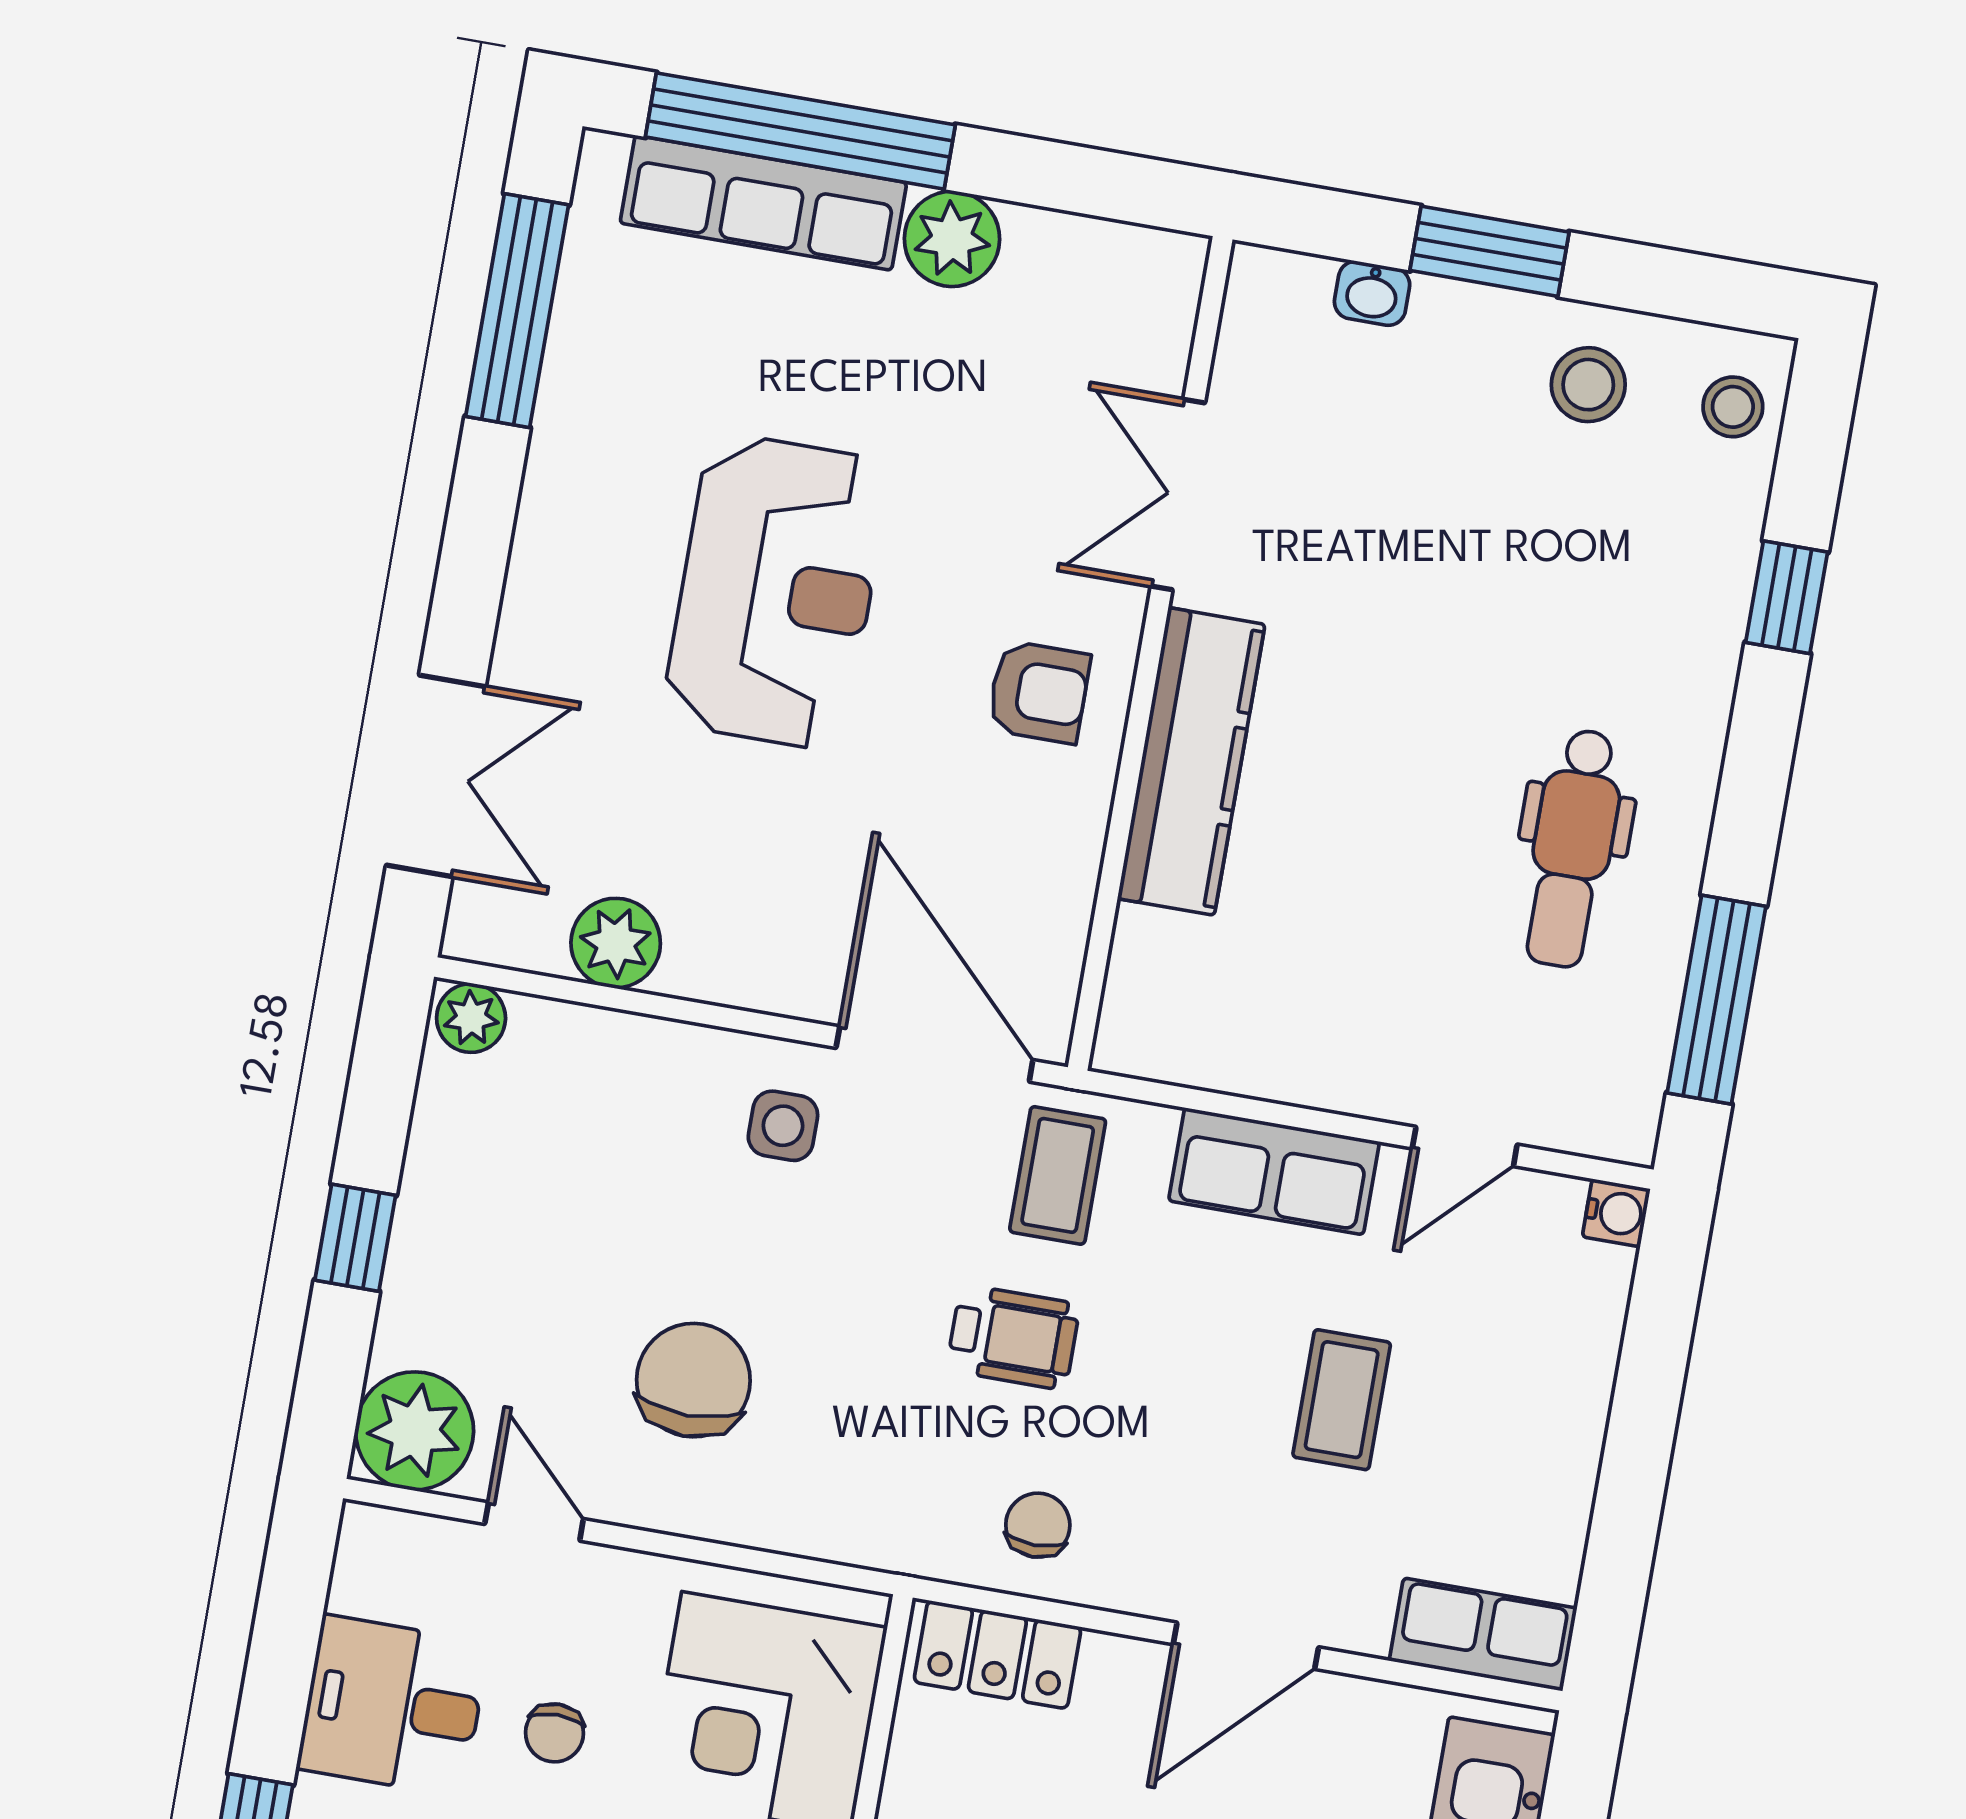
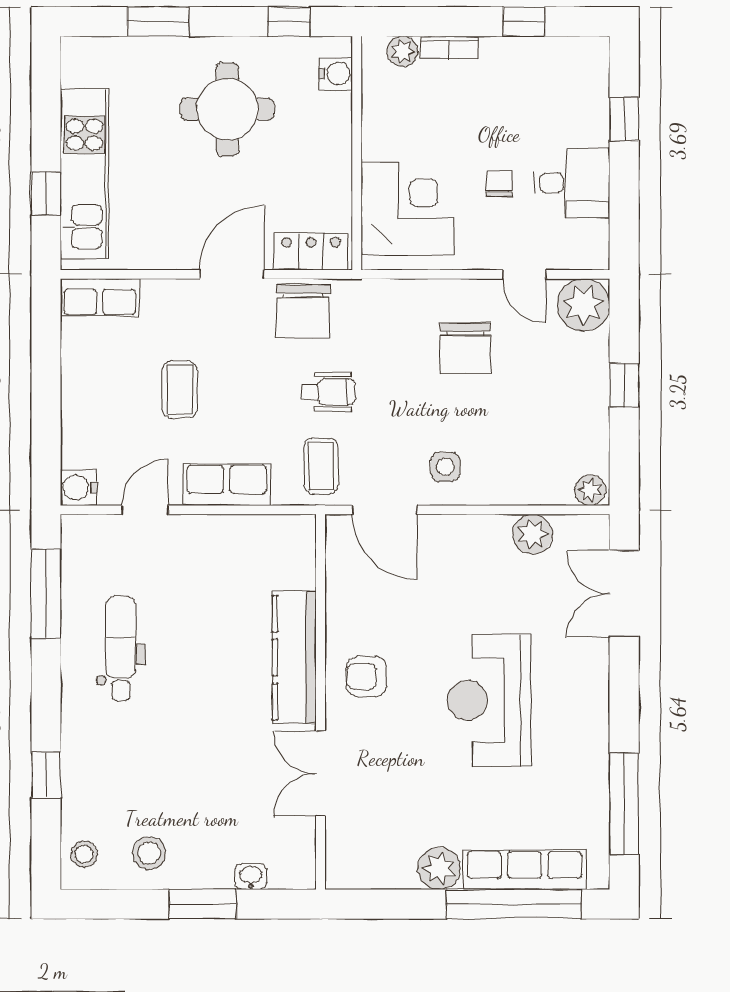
double door: (1178, 495) -> (321, 774), swing flipped
door: (934, 1054) -> (384, 510), width x0.73
water cooler: (1616, 1213) -> (79, 487), width x1.38, depth x1.38
wheelchair: (1013, 1337) -> (328, 392), turned 180
chair: (1038, 1525) -> (303, 311), width x1.87, depth x1.87
door: (1246, 1646) -> (232, 274), moved

